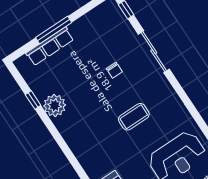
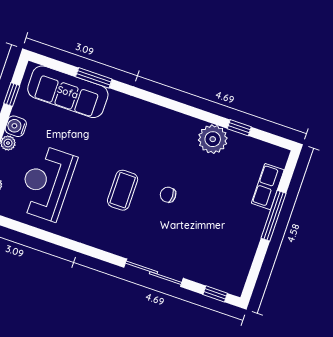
row of seats: (50, 46) -> (268, 187), width x0.68
chair: (114, 70) -> (168, 195), moved

